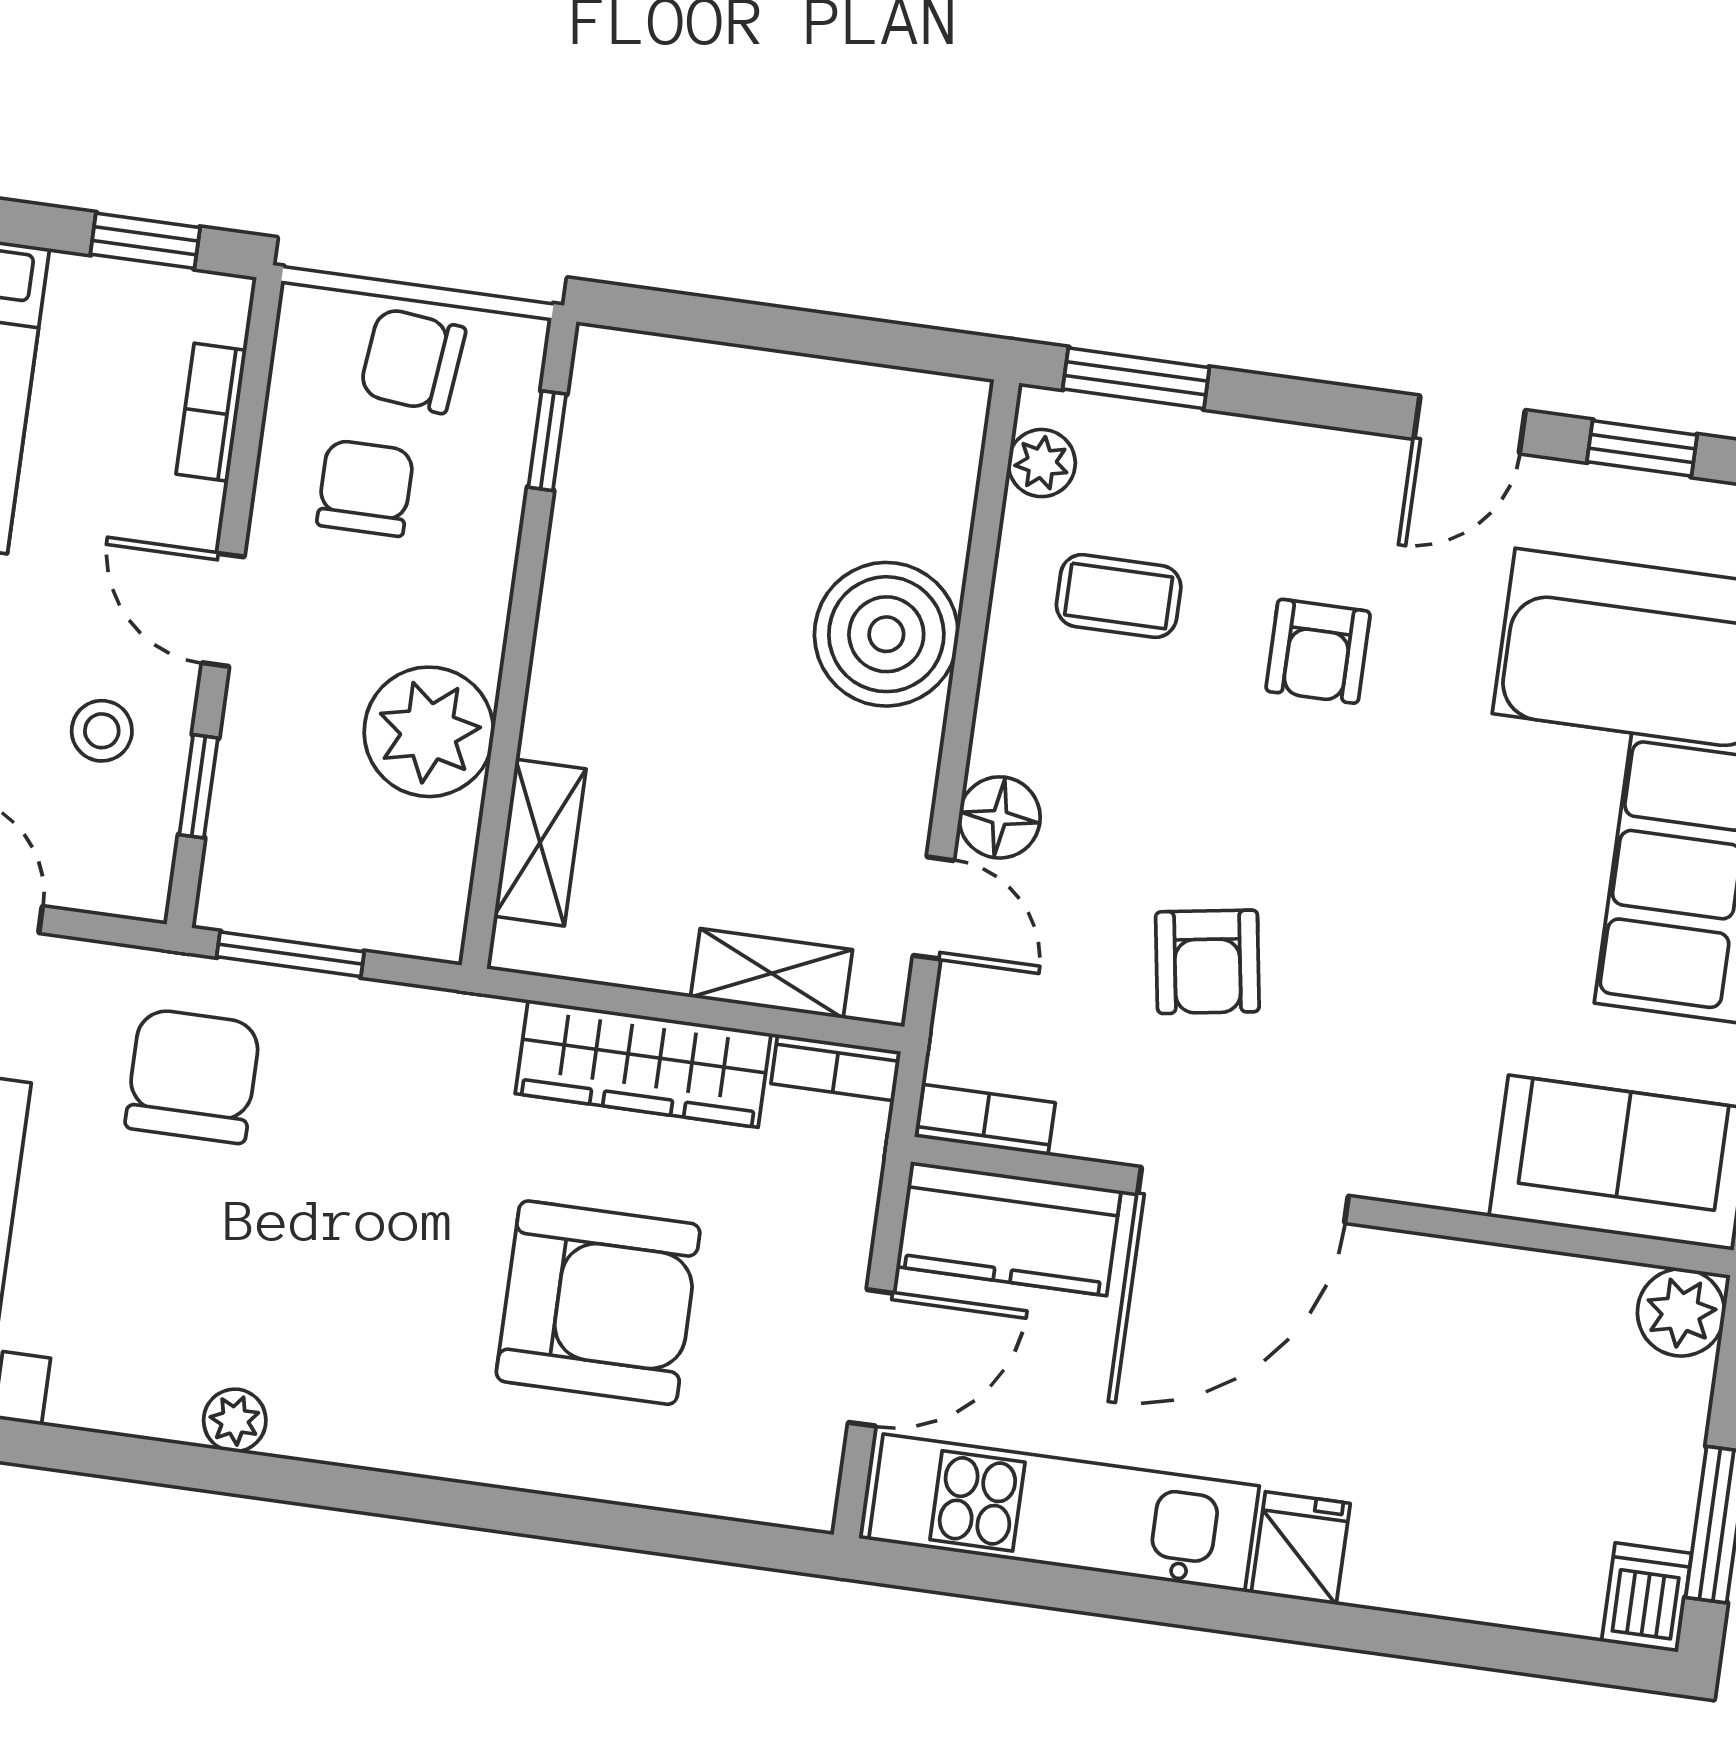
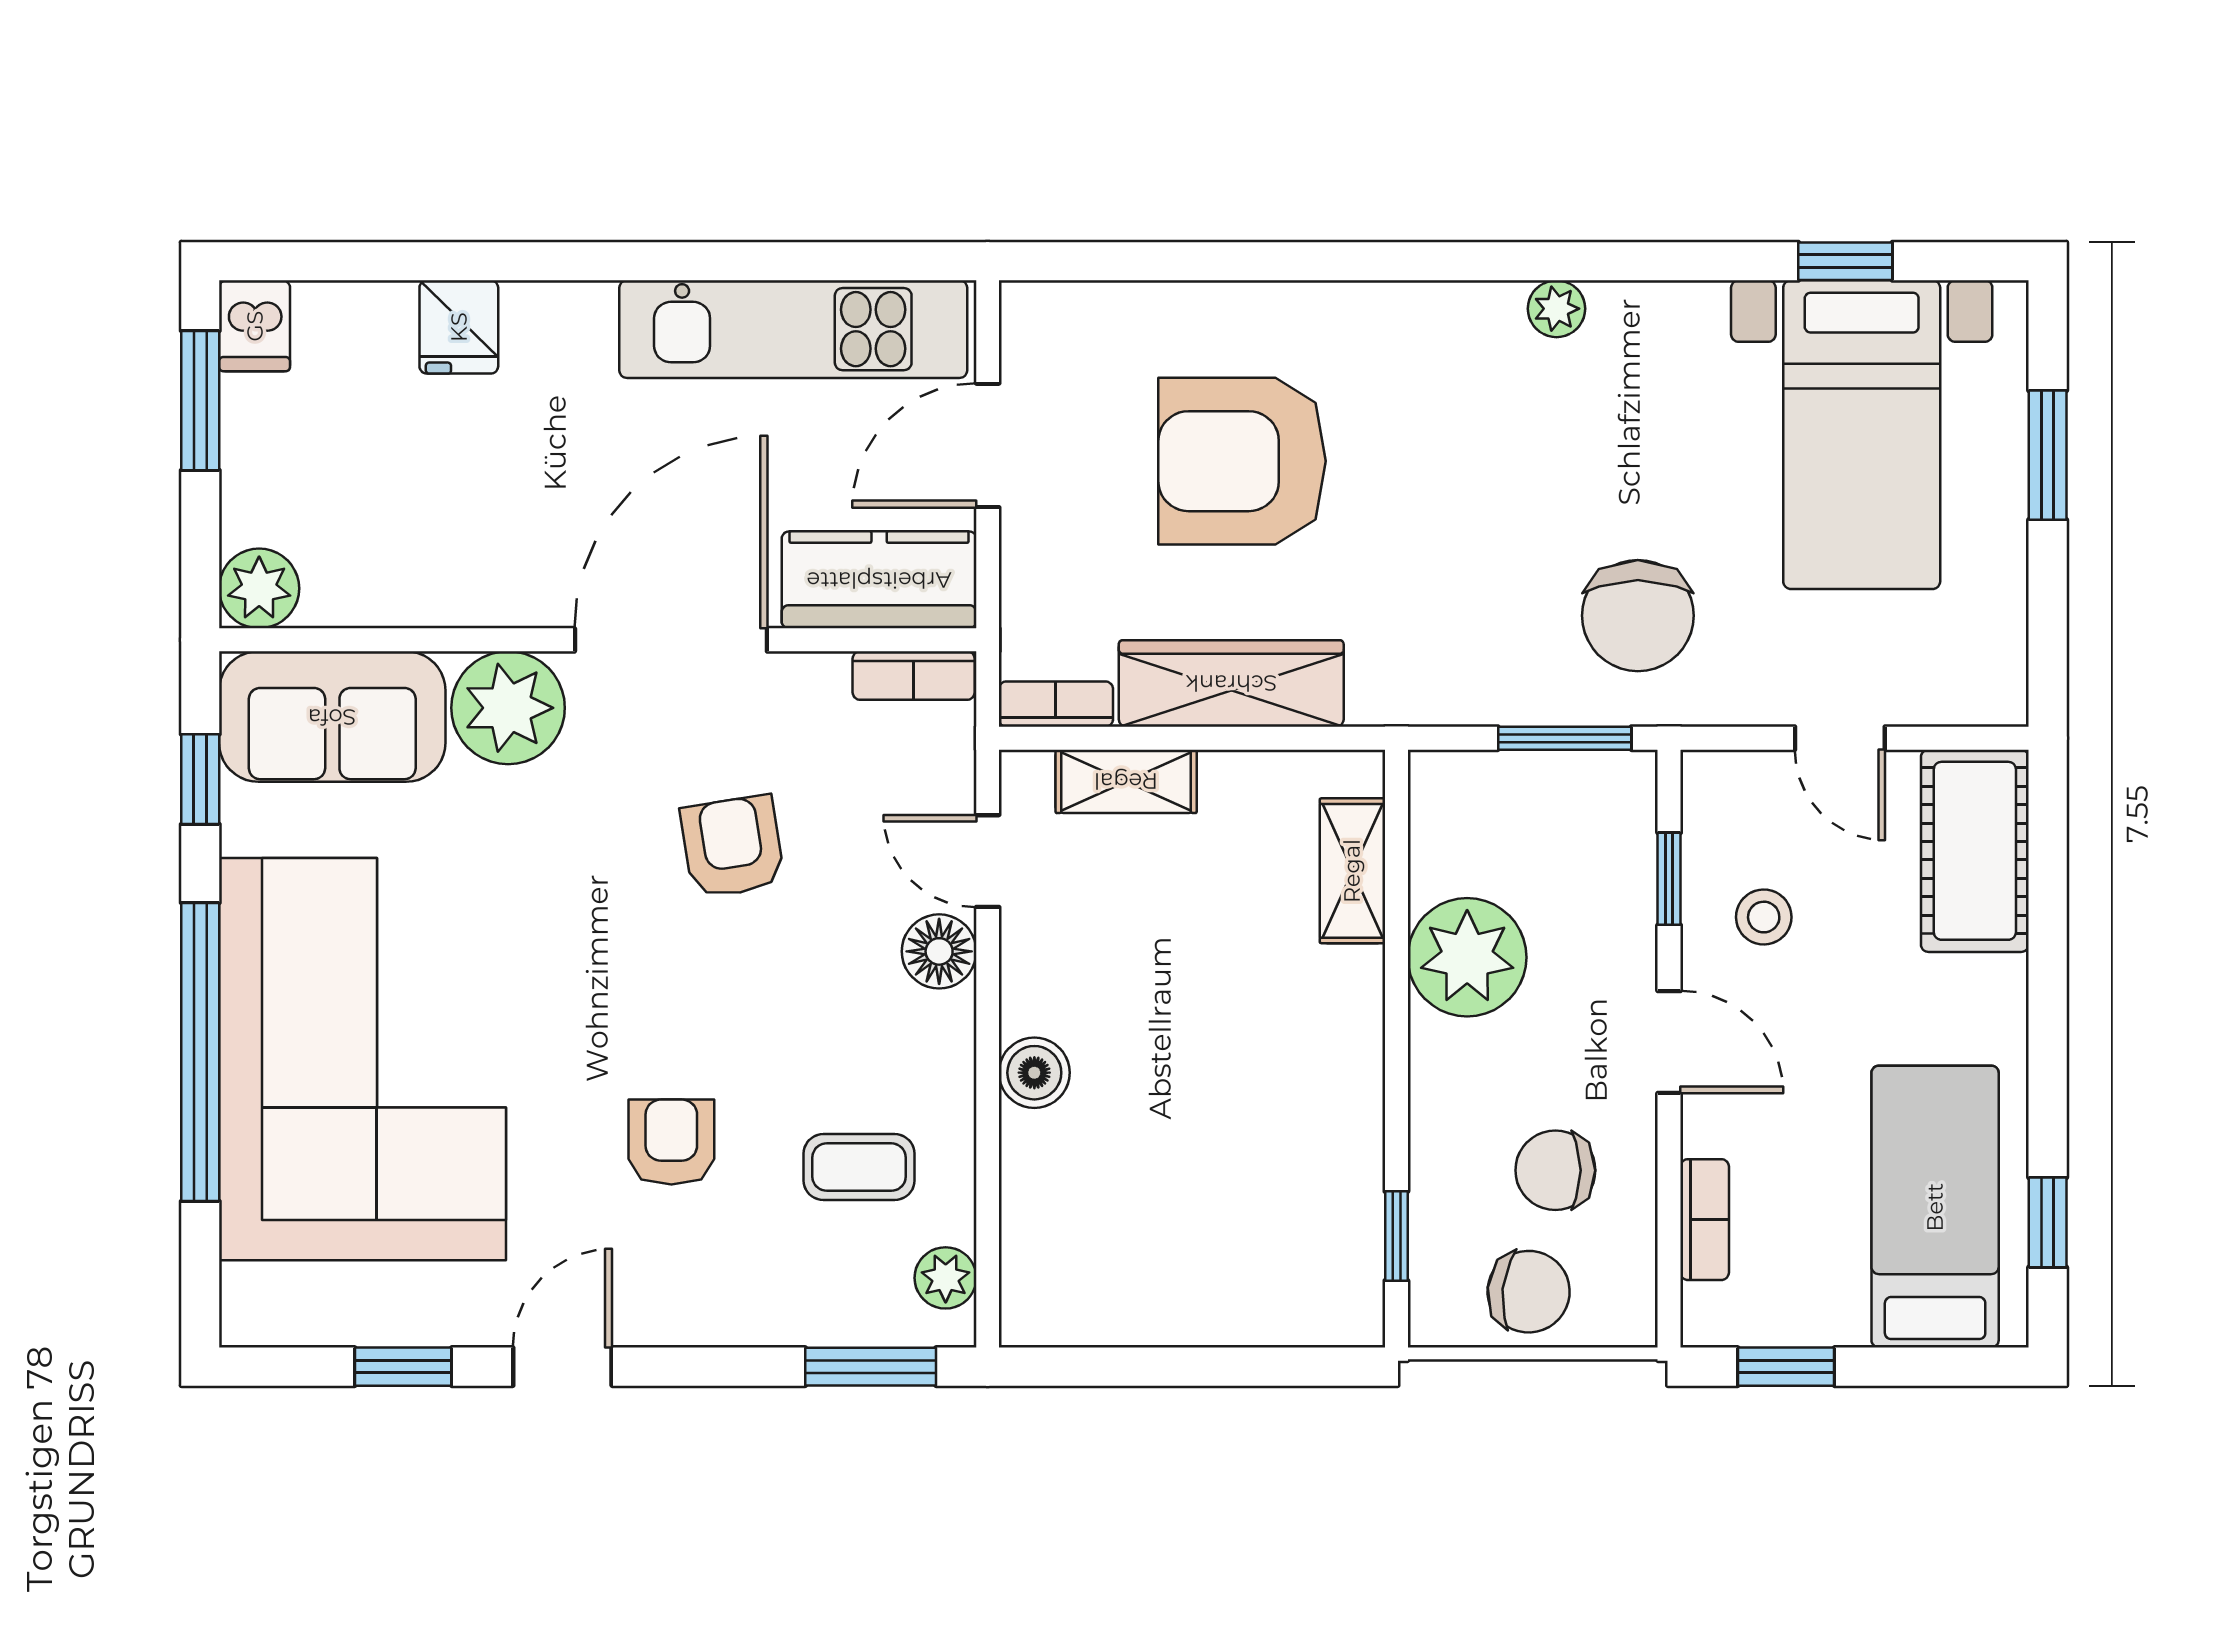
chair: (365, 488) -> (1555, 1170), turned 90
boiler: (886, 634) -> (1034, 1073), width x0.54, depth x0.54
plant: (1429, 1146) -> (508, 708), added
fridge: (1301, 1548) -> (459, 327), moved

